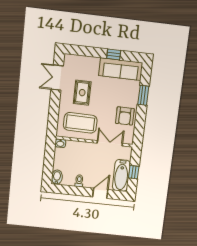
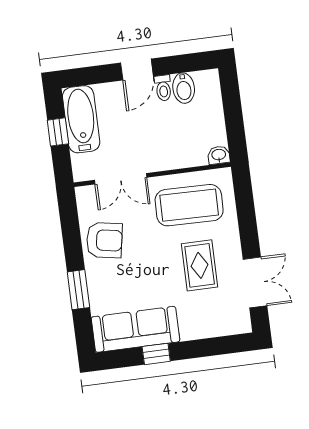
armchair: (125, 116) -> (104, 240), turned 100
bidet: (57, 177) -> (184, 88), moved
door: (100, 193) -> (137, 70), moved

